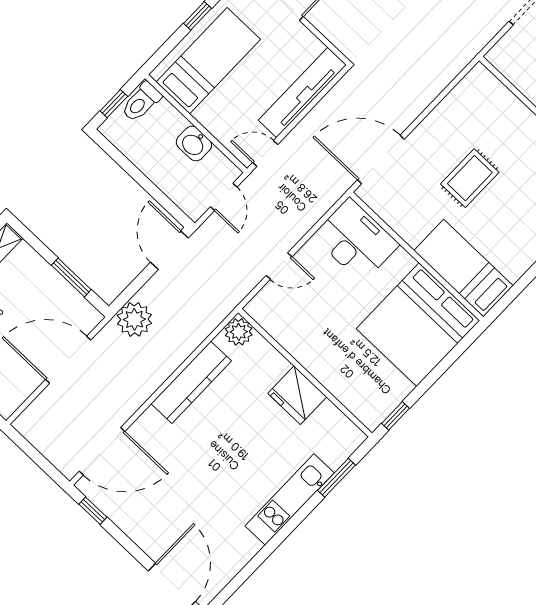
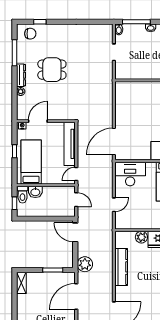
washbasin: (194, 144) -> (35, 192), moved
rug: (470, 178) -> (147, 121), removed
plant: (239, 332) -> (141, 237), moved

